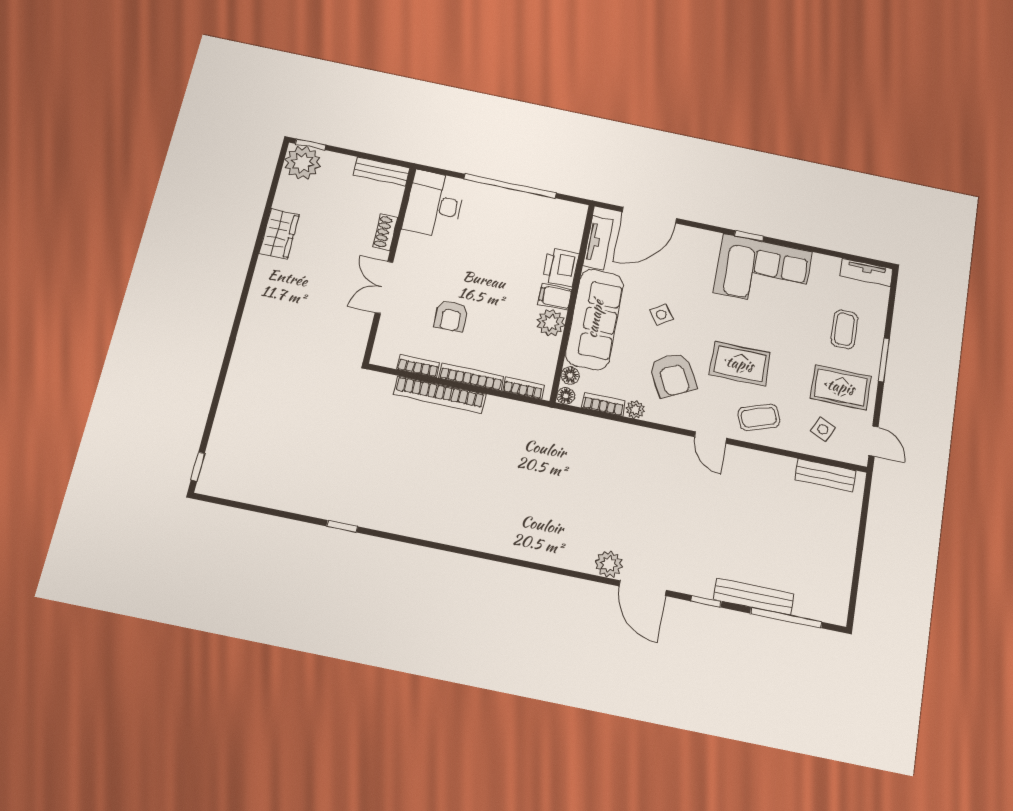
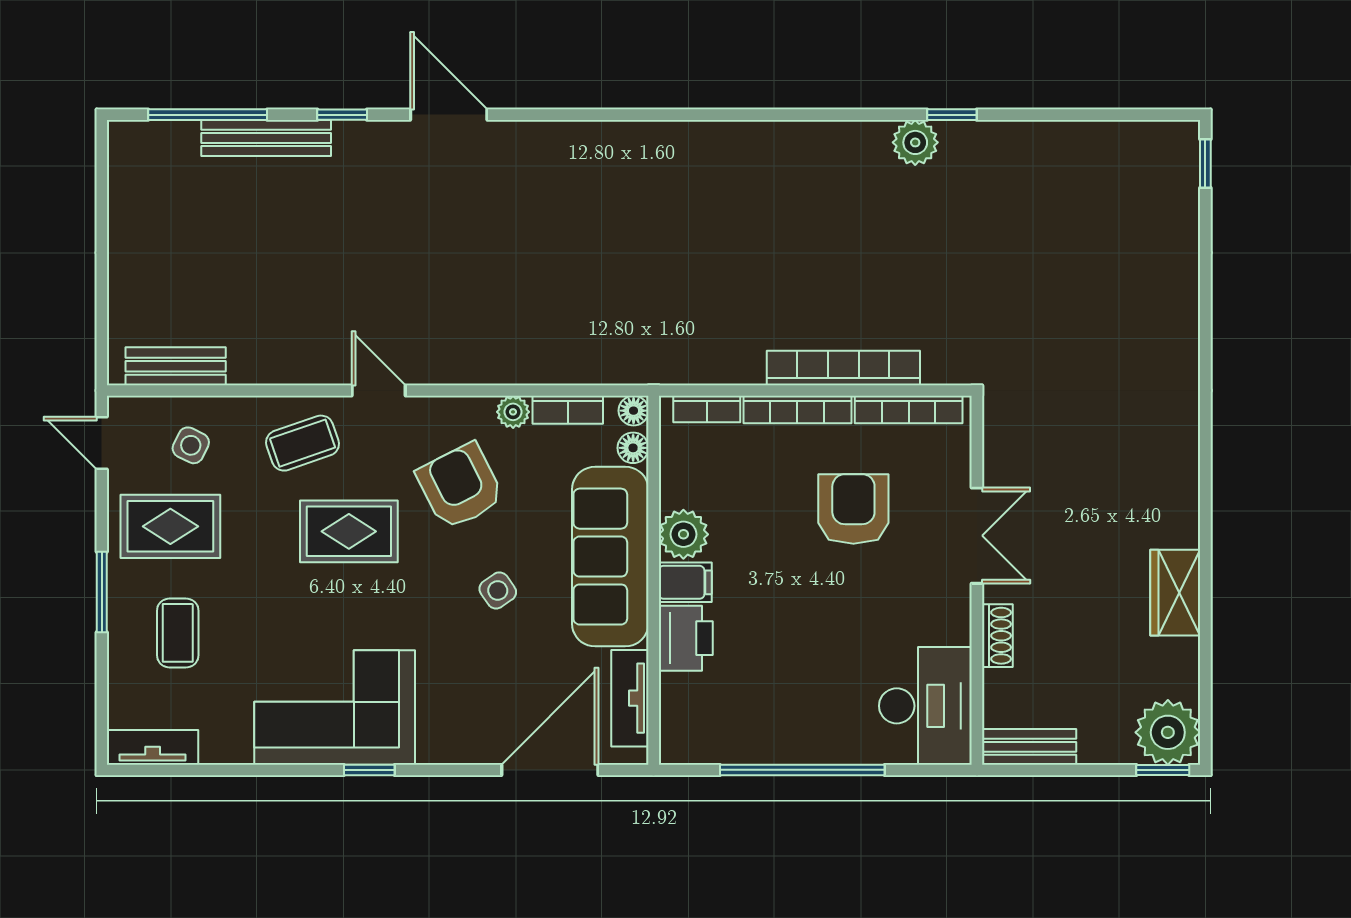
armchair: (451, 316) -> (853, 509), width x1.38, depth x1.38
bookcase: (418, 366) -> (909, 410), width x1.56
plant: (609, 564) -> (915, 142), moved

